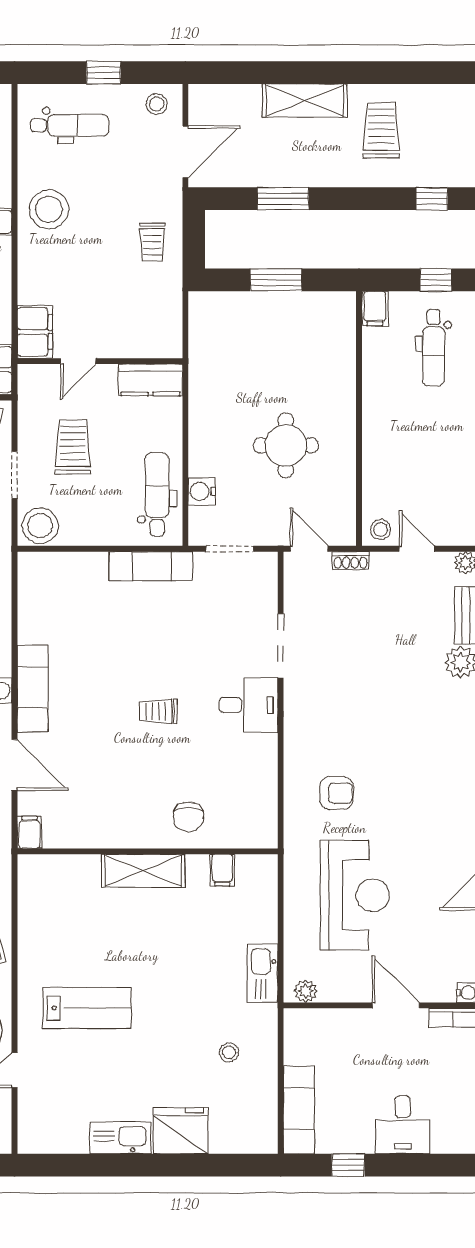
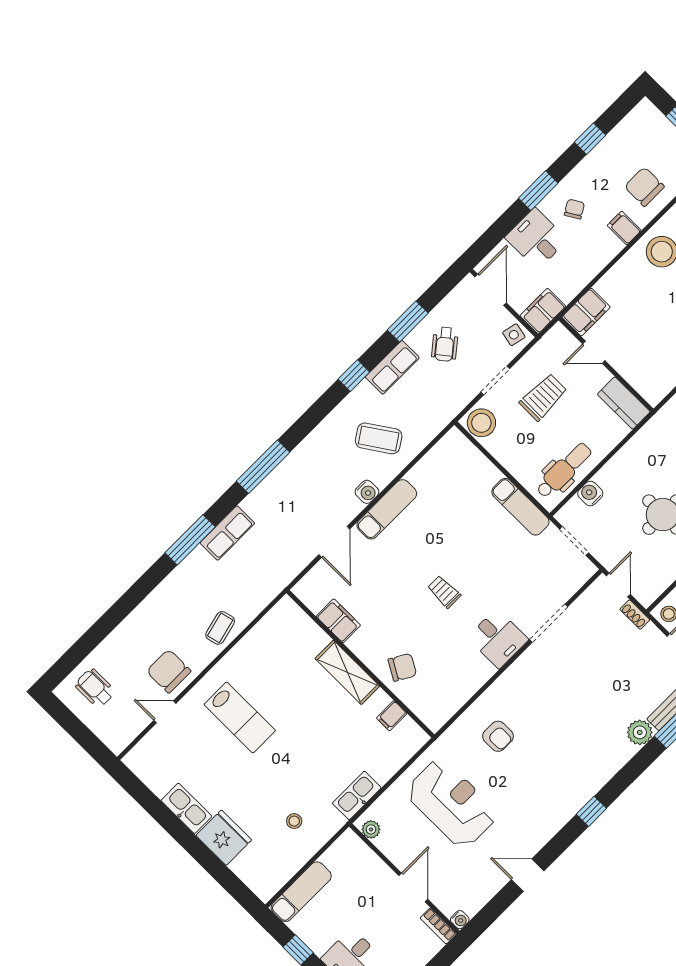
chair: (188, 817) -> (402, 667), turned -150
filing cabinet: (29, 832) -> (338, 621), moved, width x2.00
reception desk: (355, 895) -> (452, 803), turned -90

